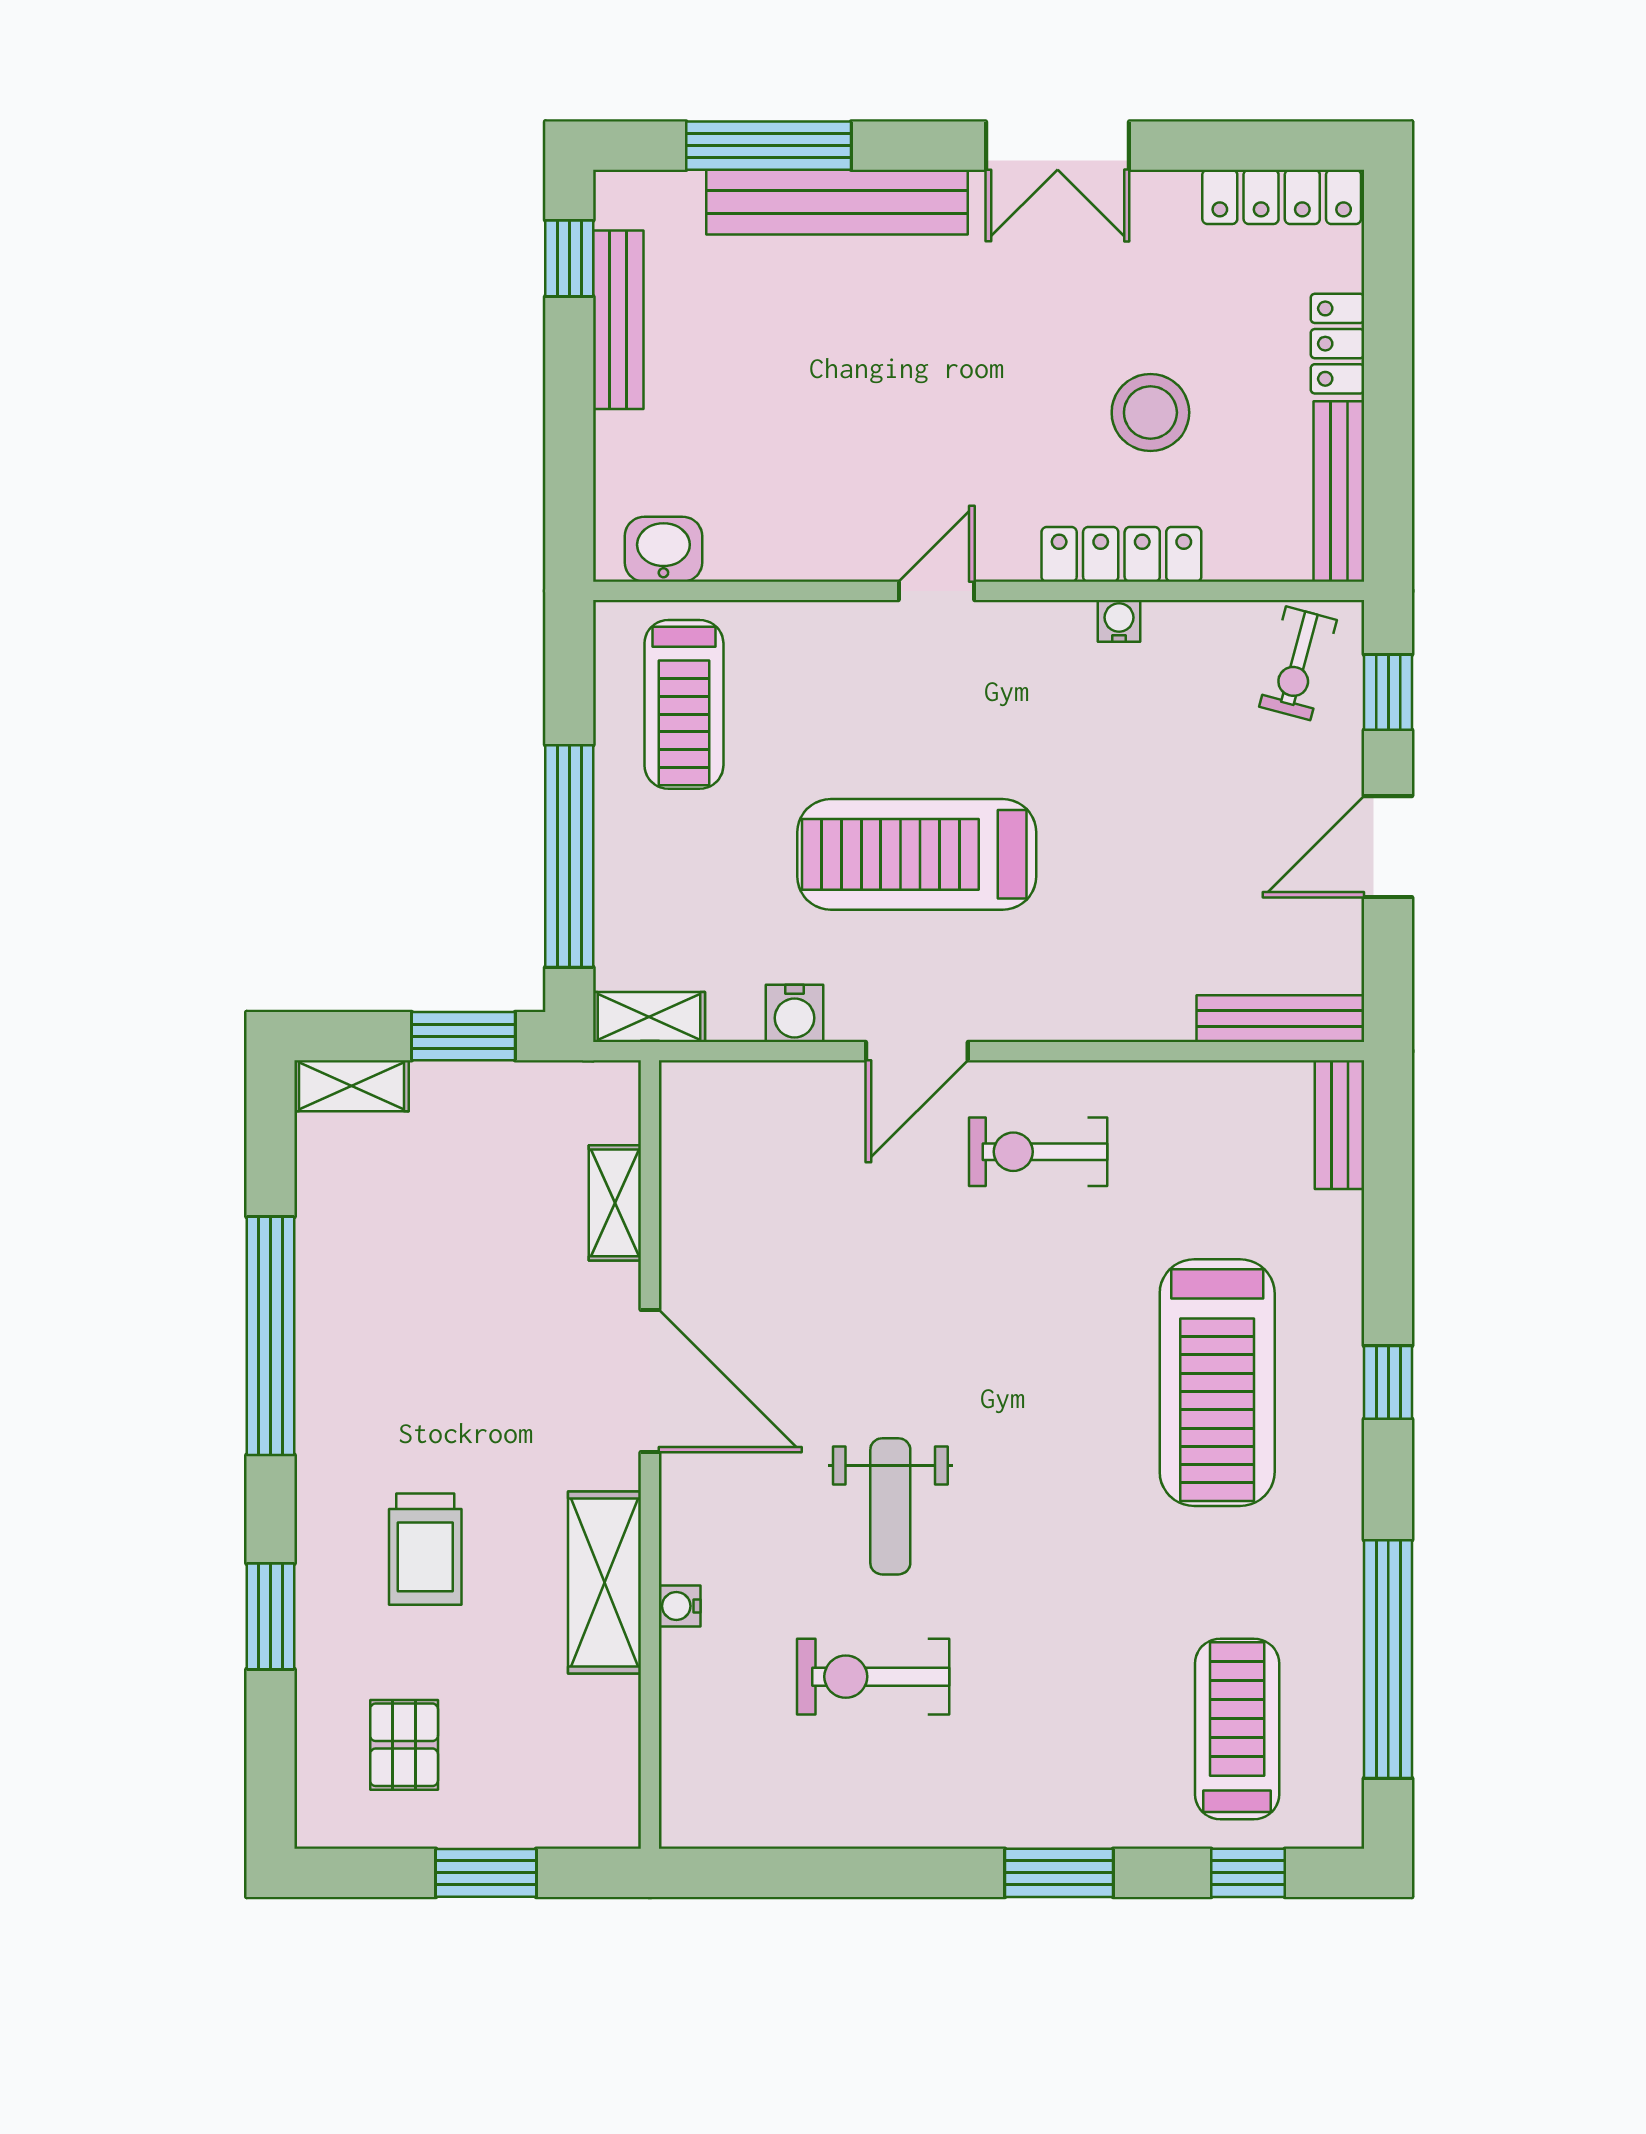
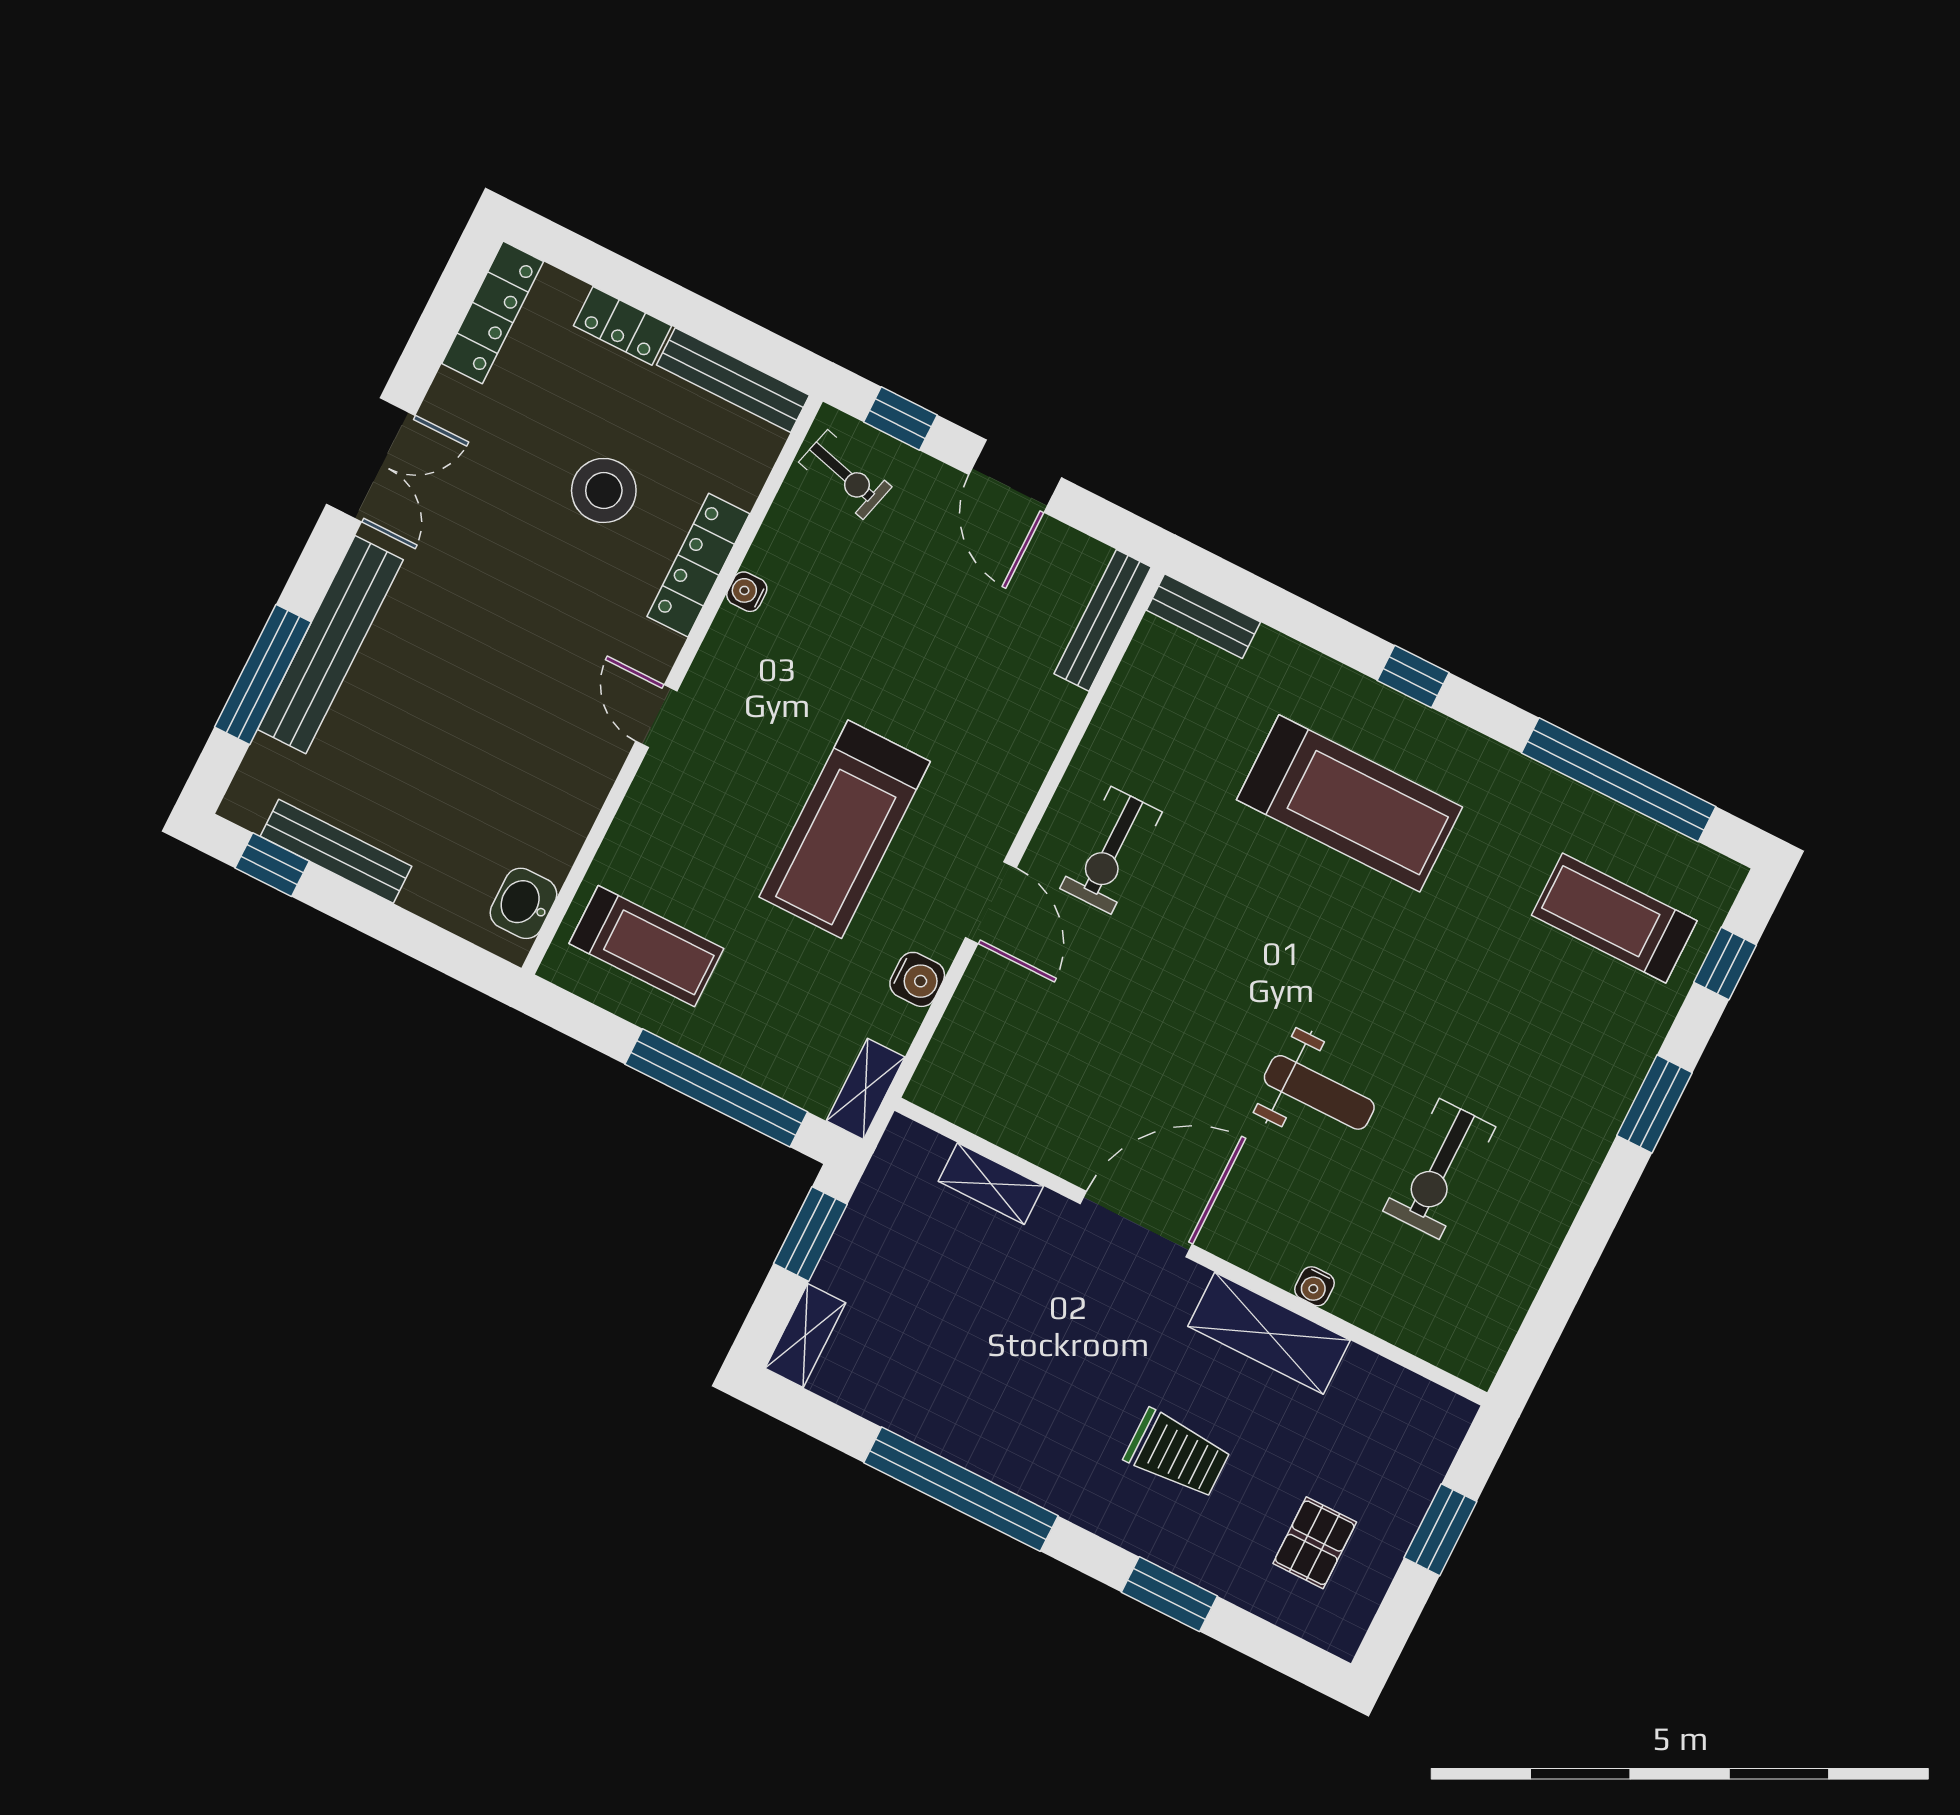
pallet: (404, 1745) -> (1315, 1543), turned 90

